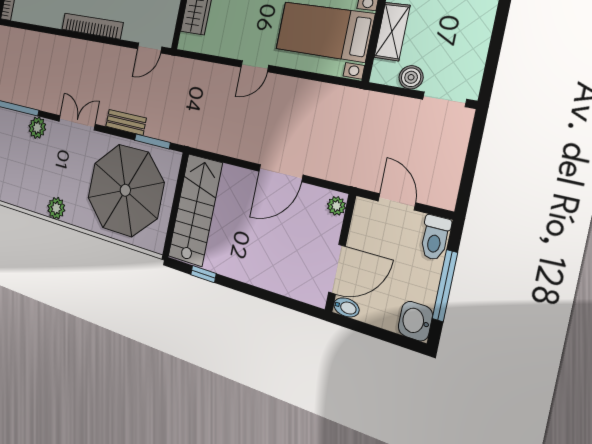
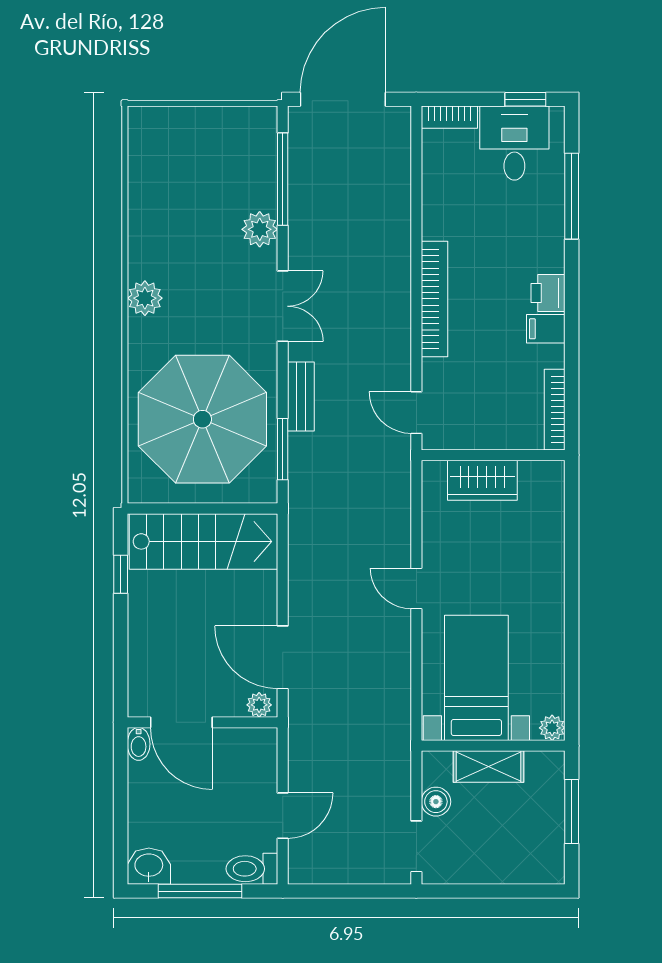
plant: (336, 206) -> (259, 705), moved
wall: (340, 253) -> (202, 722), moved
door: (337, 269) -> (181, 722), moved
bidet: (346, 307) -> (139, 744), moved

